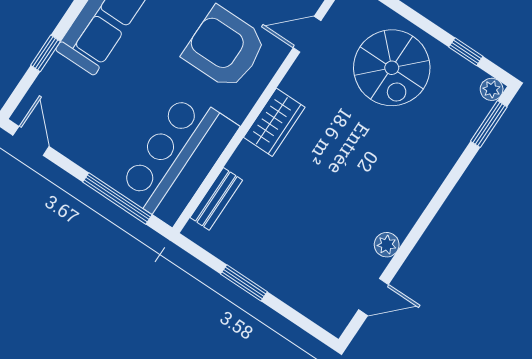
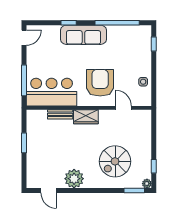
window: (45, 53) -> (69, 23), moved
spiral stairs: (392, 68) -> (115, 161), moved
bench: (216, 199) -> (60, 114), moved
plant: (387, 245) -> (74, 179), width x1.87, depth x1.87

